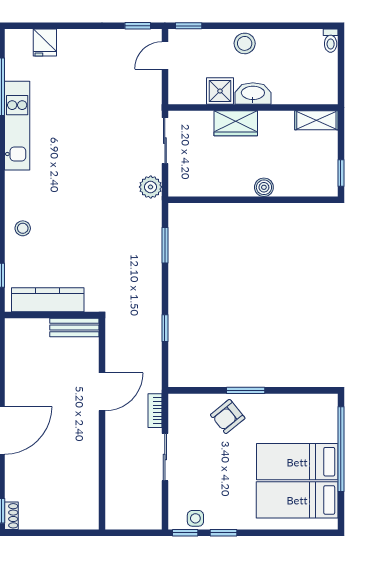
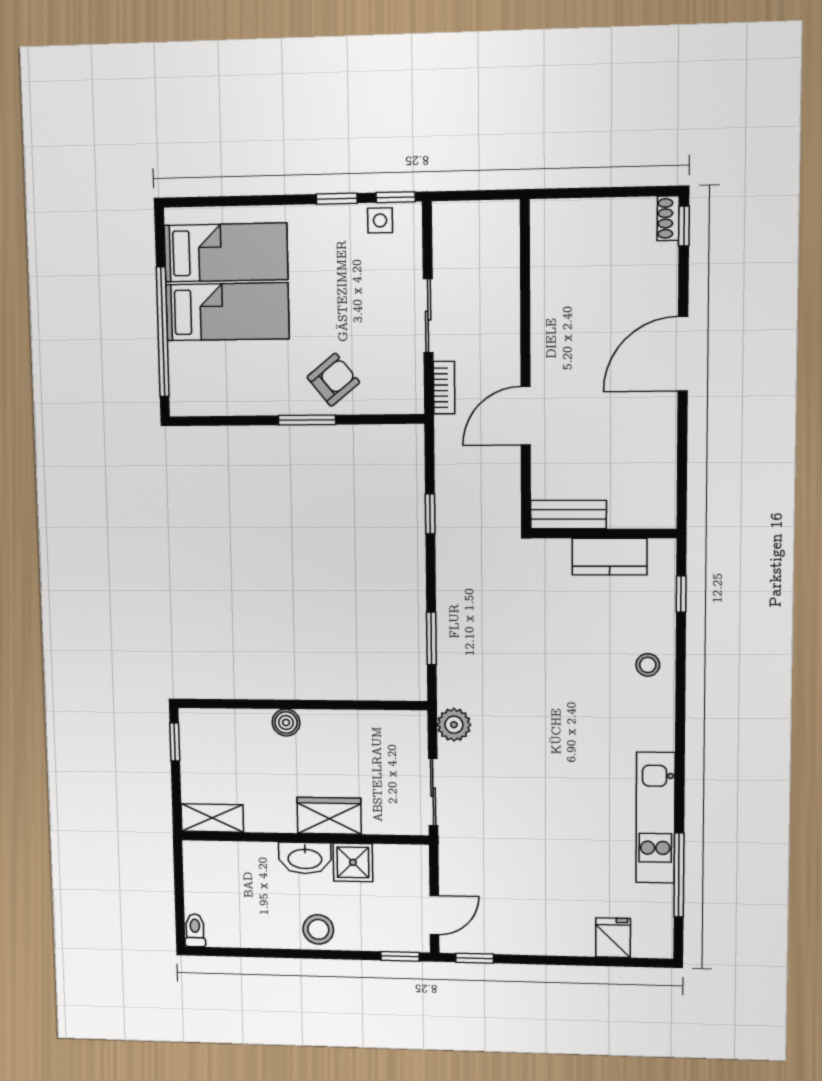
kitchen counter: (48, 300) -> (610, 557), width x0.67

